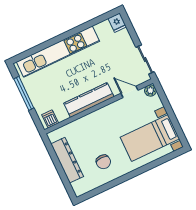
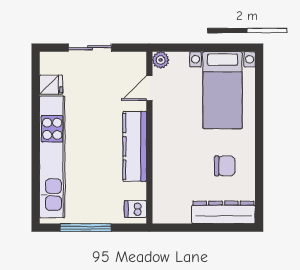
fridge: (117, 23) -> (51, 85), moved
sliding door: (145, 59) -> (90, 48), moved
dresser: (67, 160) -> (223, 212), moved

